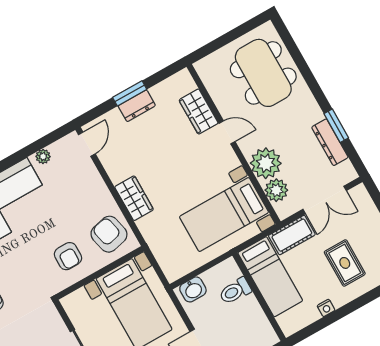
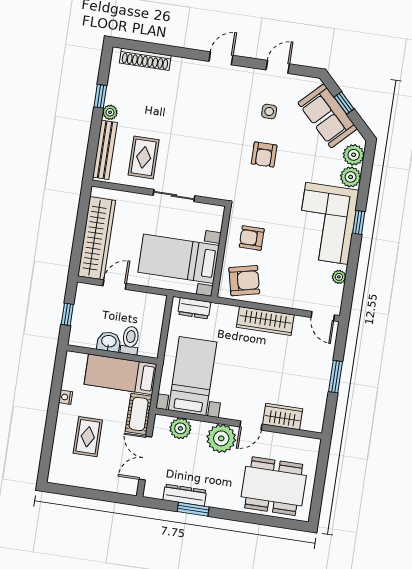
dresser: (137, 106) -> (194, 308), moved, turned -90
plant: (266, 163) -> (221, 438), moved
wardrobe: (134, 198) -> (265, 321), width x1.50
rug: (345, 263) -> (88, 437), turned 90
washbasin: (193, 289) -> (109, 342), moved, turned 90

